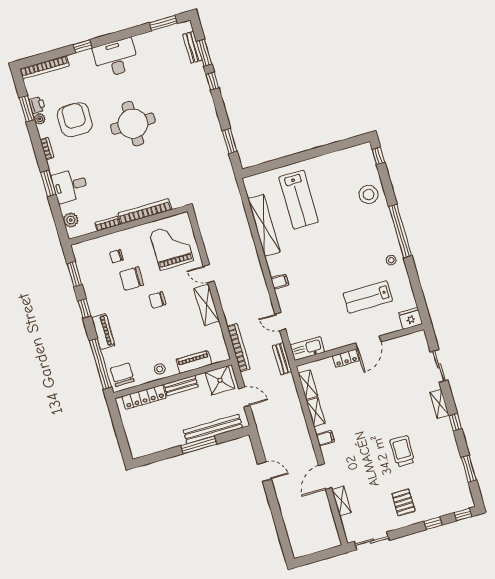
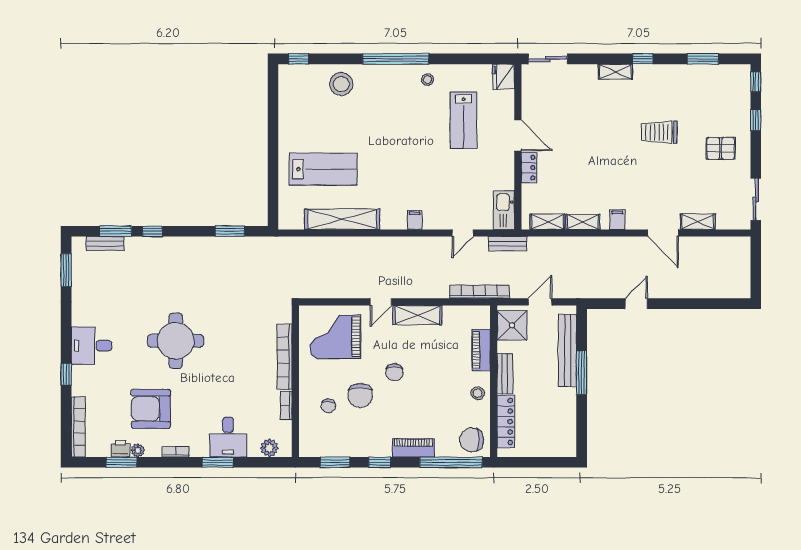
desk: (116, 58) -> (91, 346), width x0.73
sliding door: (439, 366) -> (548, 59), moved

